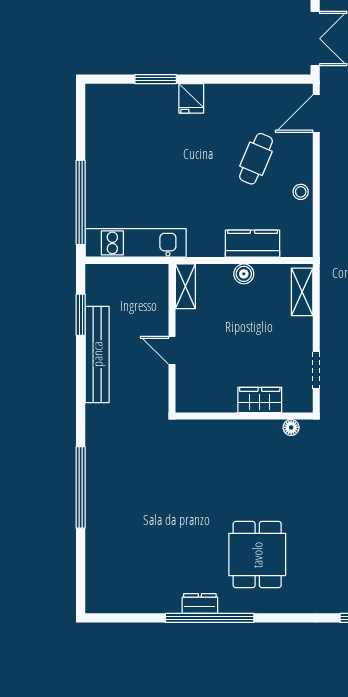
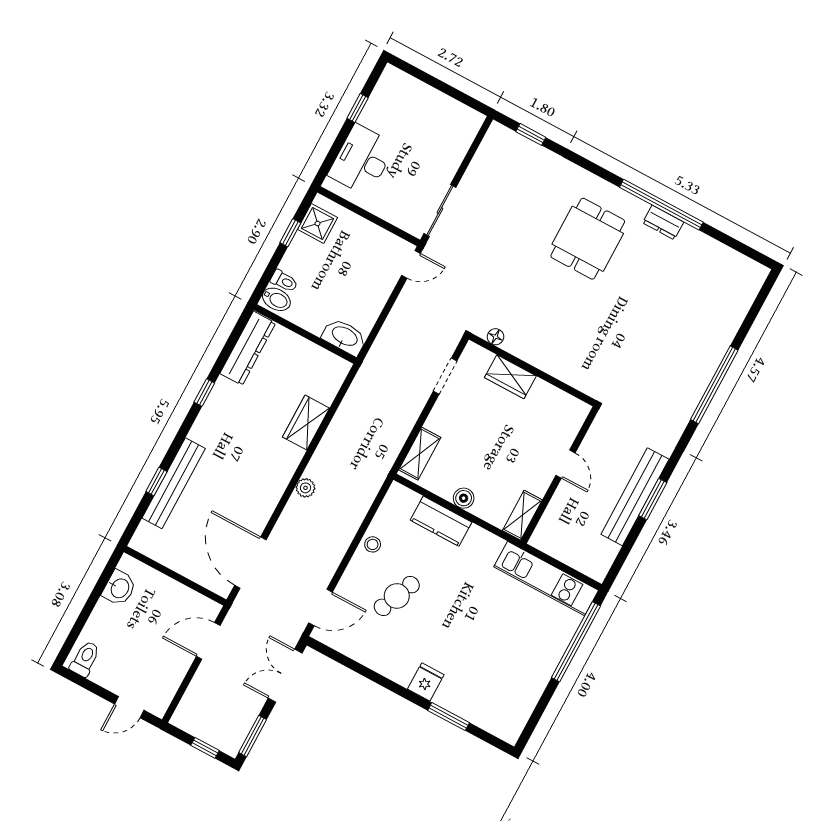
window: (81, 315) -> (653, 499), moved

